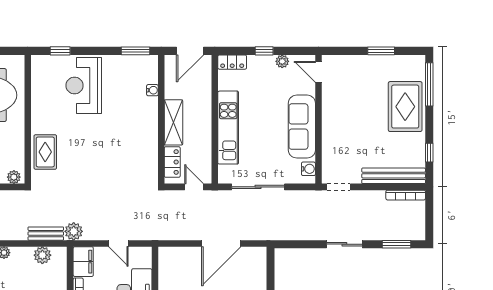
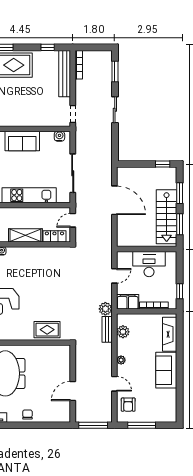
sofa: (302, 127) -> (22, 141), width x0.73
plant: (14, 177) -> (66, 353), removed

